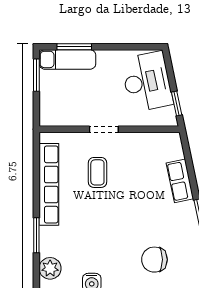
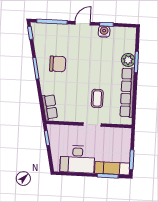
desk: (147, 82) -> (77, 159), moved, turned -78
row of seats: (180, 181) -> (50, 107), moved
chair: (154, 260) -> (58, 64), moved
plant: (50, 268) -> (128, 60), moved

